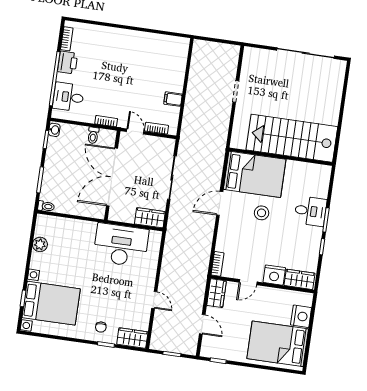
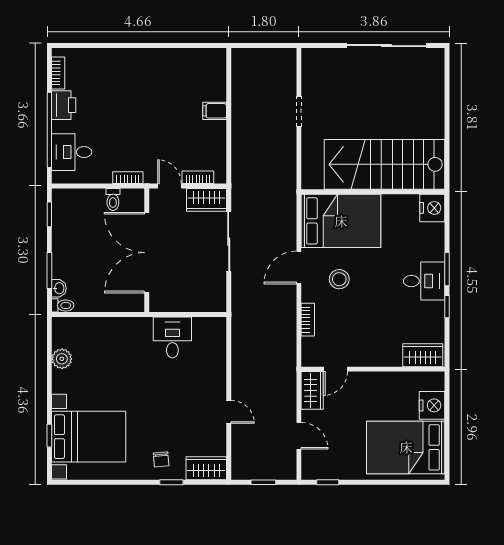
filing cabinet: (173, 99) -> (215, 111), moved
washbasin: (54, 130) -> (59, 288), moved
desk: (310, 211) -> (424, 281), moved
stool: (262, 213) -> (339, 279), moved
wardrobe: (150, 218) -> (206, 200), moved, turned 180
desk: (121, 245) -> (172, 337), width x0.53, depth x0.77
bookcase: (217, 264) -> (308, 320), moved
nightstand: (274, 275) -> (432, 208), moved, turned -90
door: (248, 282) -> (335, 369), moved

